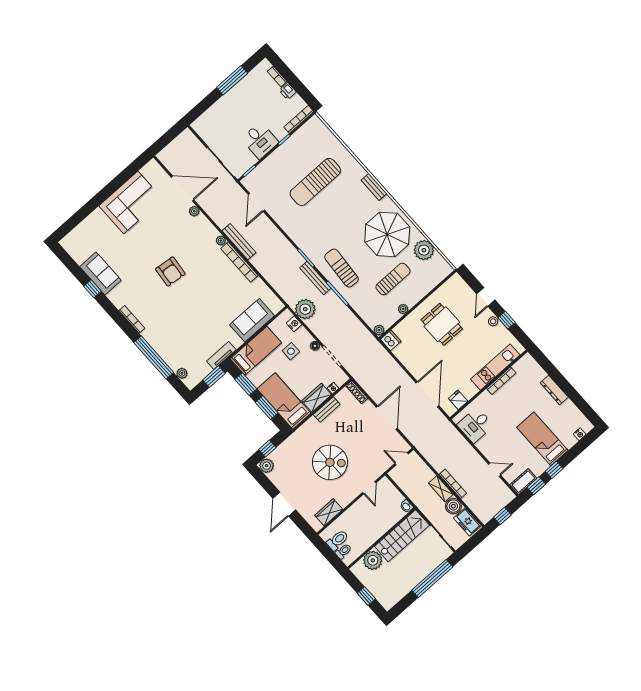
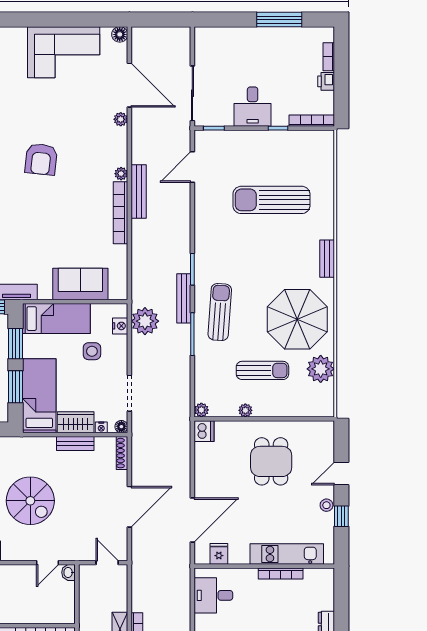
floor lamp: (153, 165) -> (120, 34), added
floor lamp: (315, 346) -> (121, 427), moved
washbasin: (406, 506) -> (68, 572), moved

